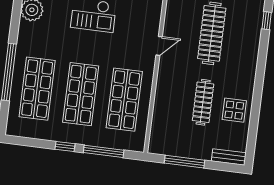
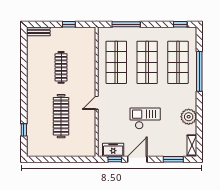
display table: (234, 110) -> (39, 65), removed
window: (65, 147) -> (180, 24), moved
window: (184, 162) -> (69, 24), width x0.46

